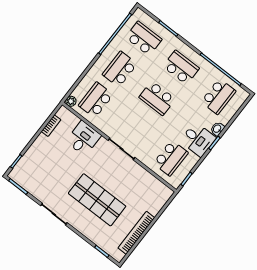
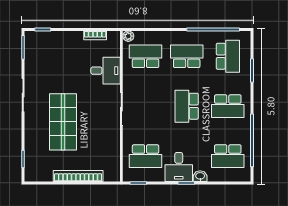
school desk: (181, 67) -> (228, 106), turned 90
bookcase: (136, 233) -> (78, 176), moved

